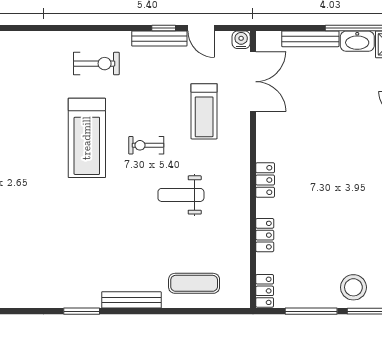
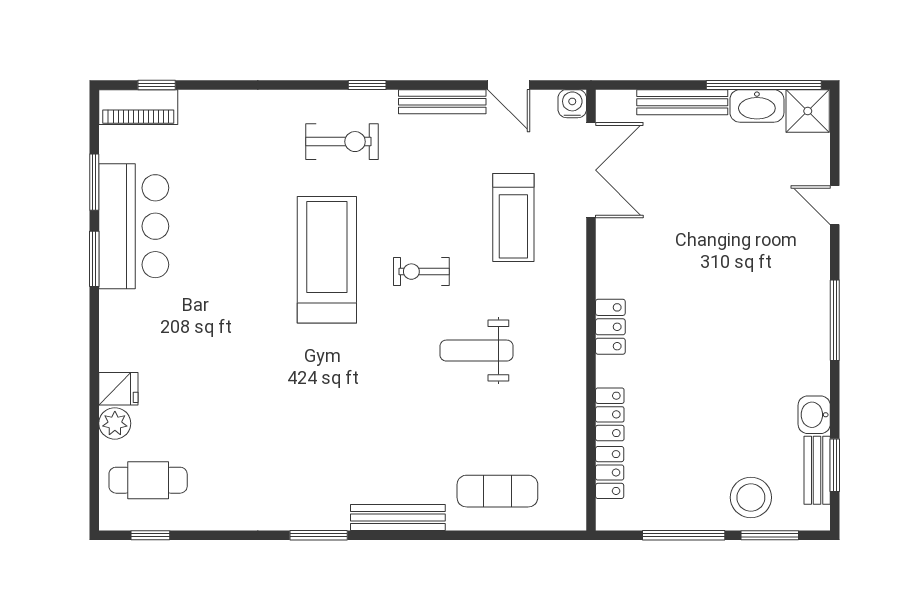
window: (164, 28) -> (367, 85), moved
treadmill: (87, 138) -> (327, 260), turned 180
locker: (265, 291) -> (610, 473), moved

